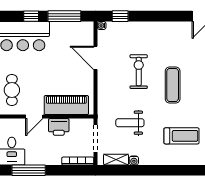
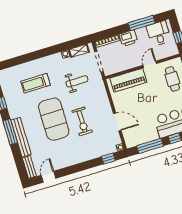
exercise mat: (173, 85) -> (54, 119), width x2.00, depth x1.45
printer: (59, 127) -> (128, 38), moved, turned 180

